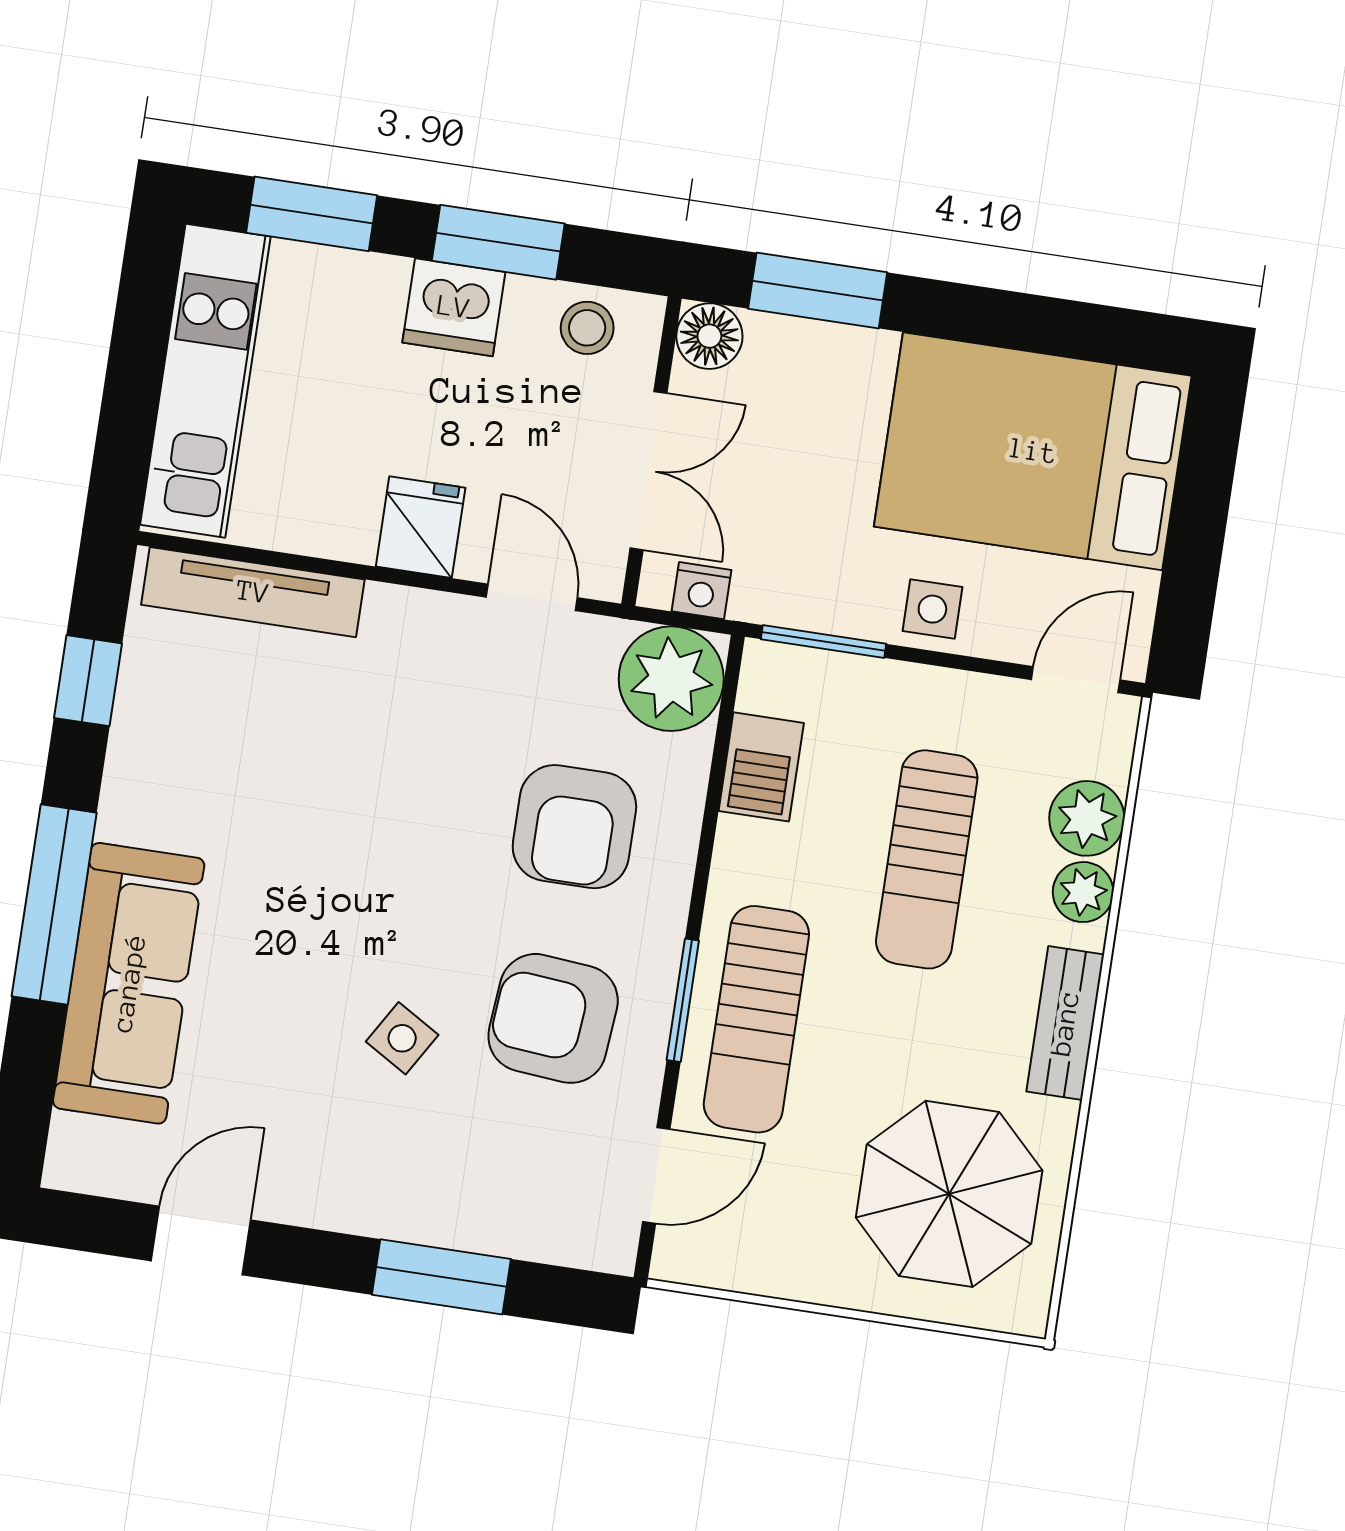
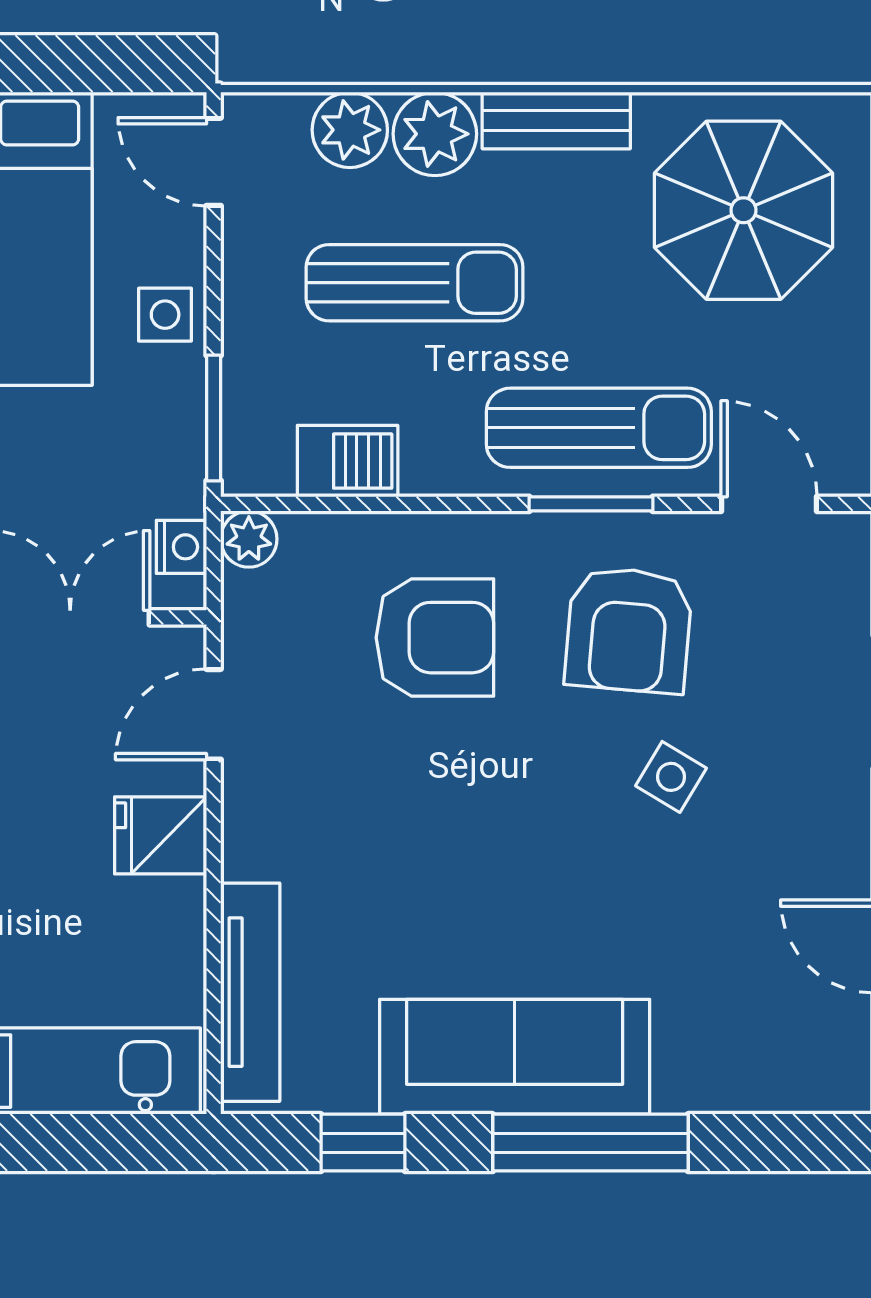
plant: (671, 679) -> (249, 539), width x0.53, depth x0.53
plant: (1083, 892) -> (435, 134), width x1.38, depth x1.38
sofa: (129, 983) -> (515, 1057), moved

